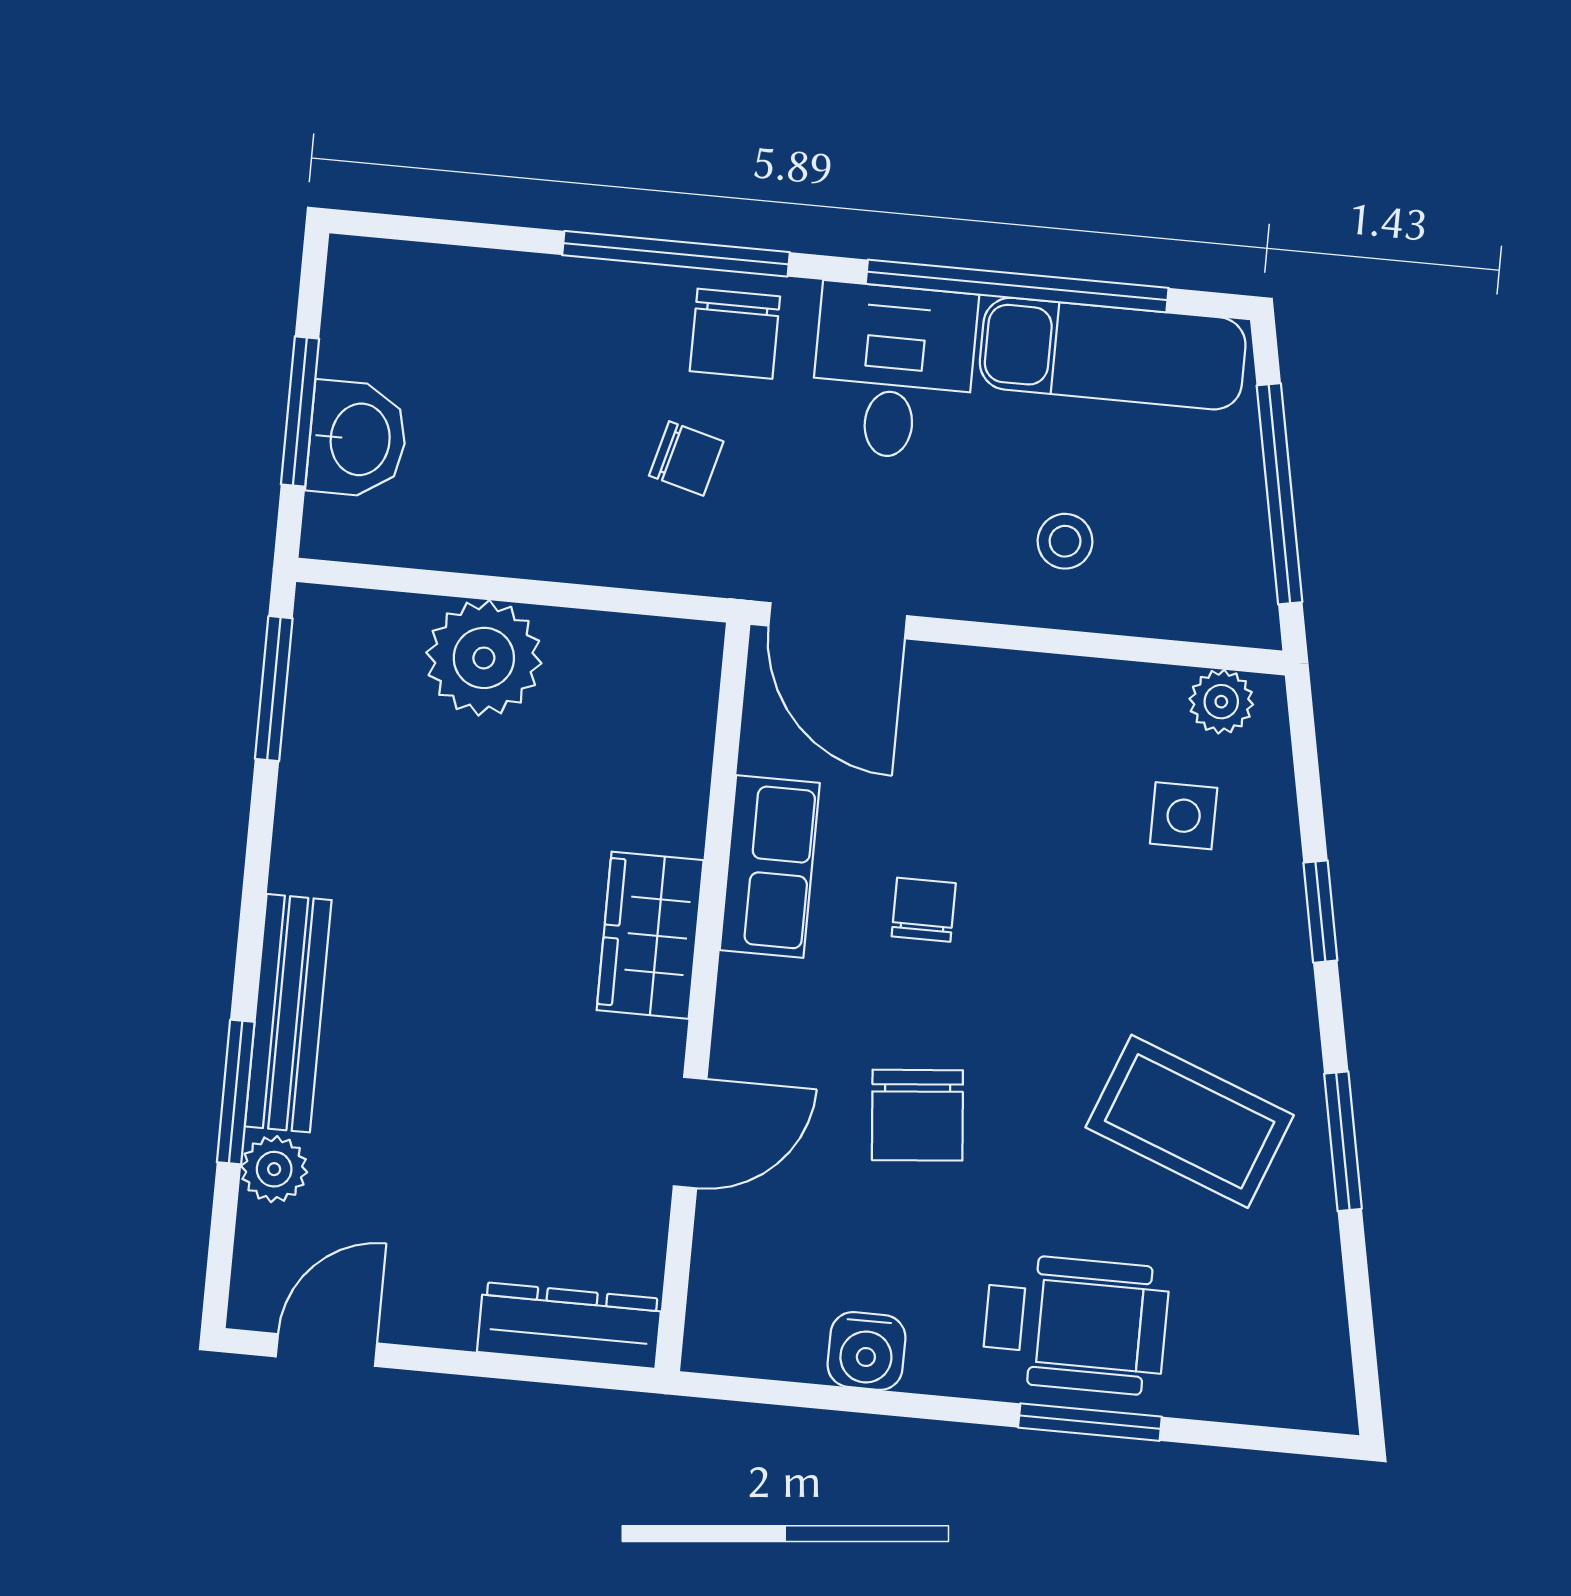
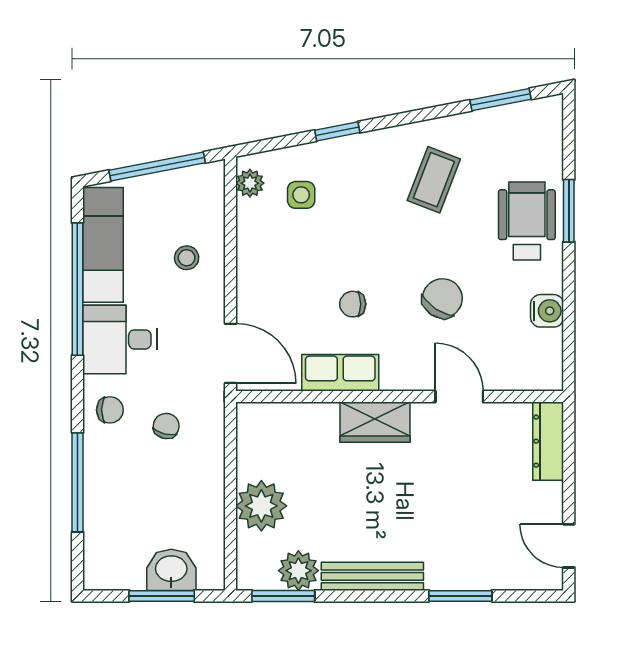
window: (676, 254) -> (77, 482), moved
chair: (735, 334) -> (110, 410), width x0.73, depth x0.73
door: (838, 621) -> (231, 353), hinge flipped
bench: (288, 1013) -> (372, 576), moved
chair: (917, 1115) -> (442, 298), turned -51
coffee table: (1190, 1121) -> (434, 180), width x0.73, depth x0.77
window: (1343, 1141) -> (500, 100), moved
plant: (274, 1169) -> (298, 571), moved, width x1.38, depth x1.38

